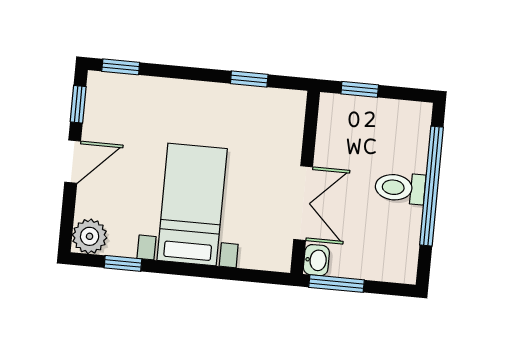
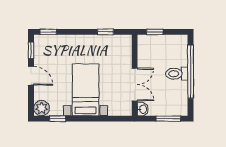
door: (73, 162) -> (31, 76), hinge flipped
window: (337, 284) -> (168, 119), moved

